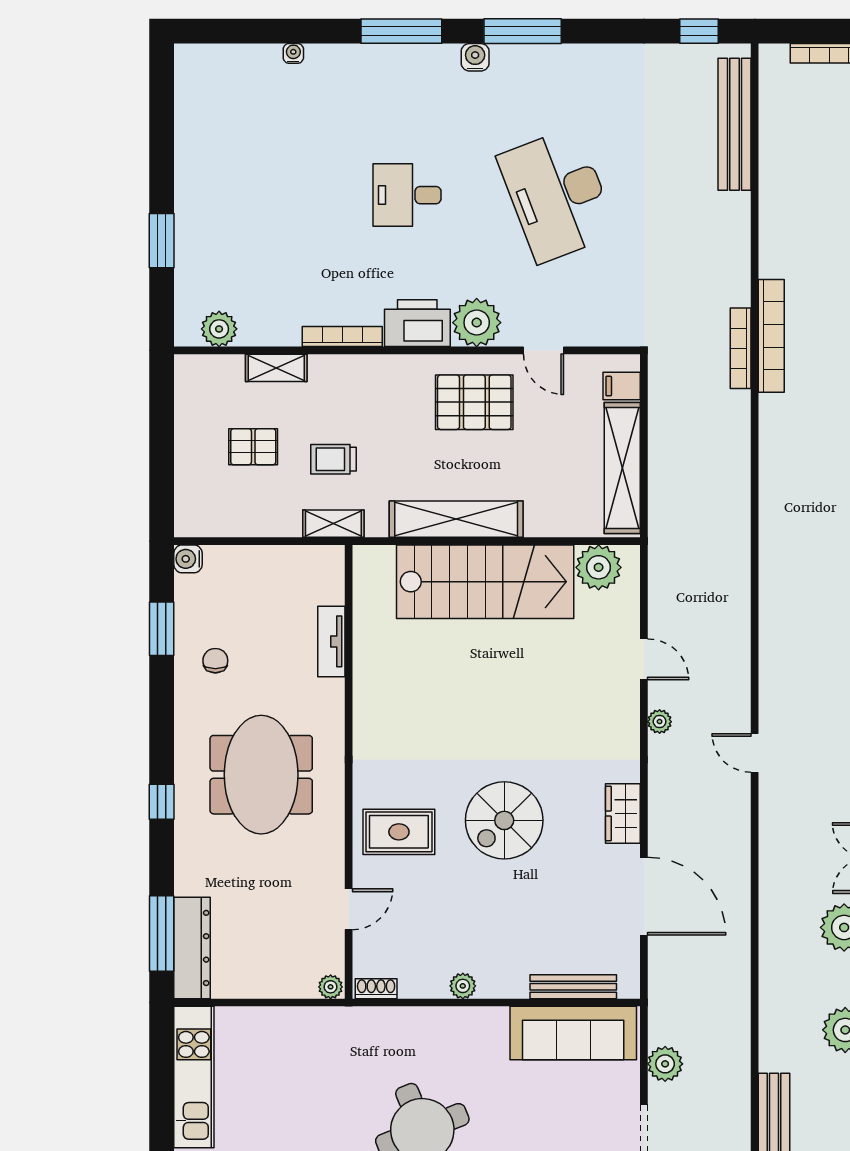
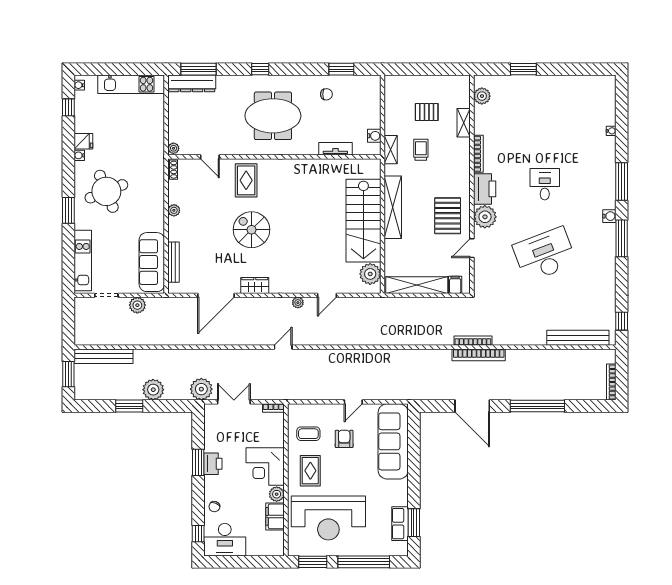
pallet: (253, 447) -> (427, 112), turned 90
water cooler: (188, 559) -> (374, 136), moved, turned 90

